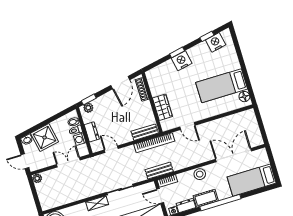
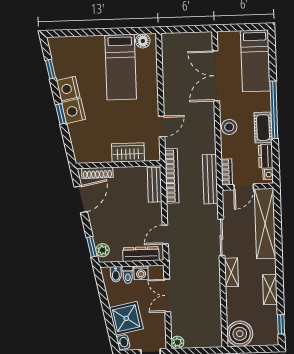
nightstand: (216, 42) -> (68, 89), moved
door: (120, 83) -> (81, 199), hinge flipped
dresser: (92, 132) -> (141, 254), width x1.44
bench: (159, 171) -> (210, 179), width x1.36

